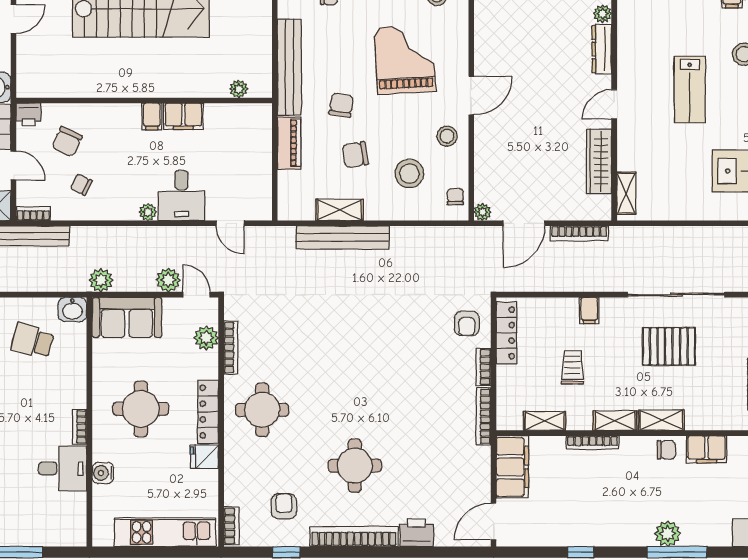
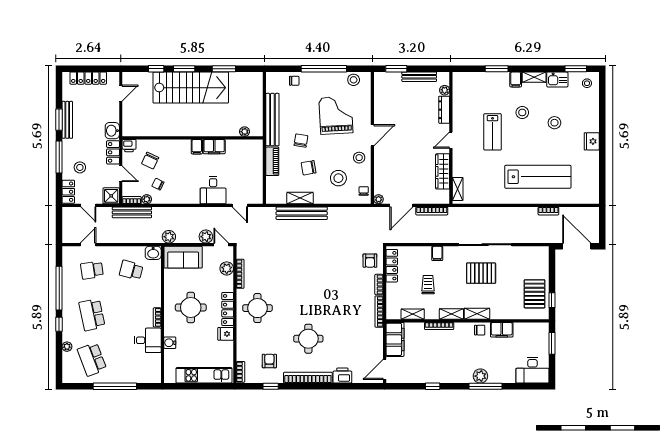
plant: (148, 212) -> (147, 199), moved

